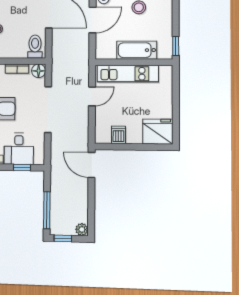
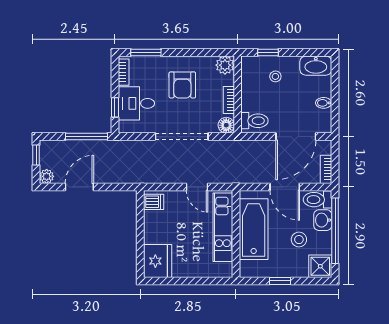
window: (176, 46) -> (280, 281), moved
bathtub: (137, 50) -> (254, 229), width x1.36, depth x1.36
dishwasher: (118, 135) -> (154, 202), moved
door: (92, 165) -> (79, 187), moved
window: (47, 210) -> (87, 137), moved

